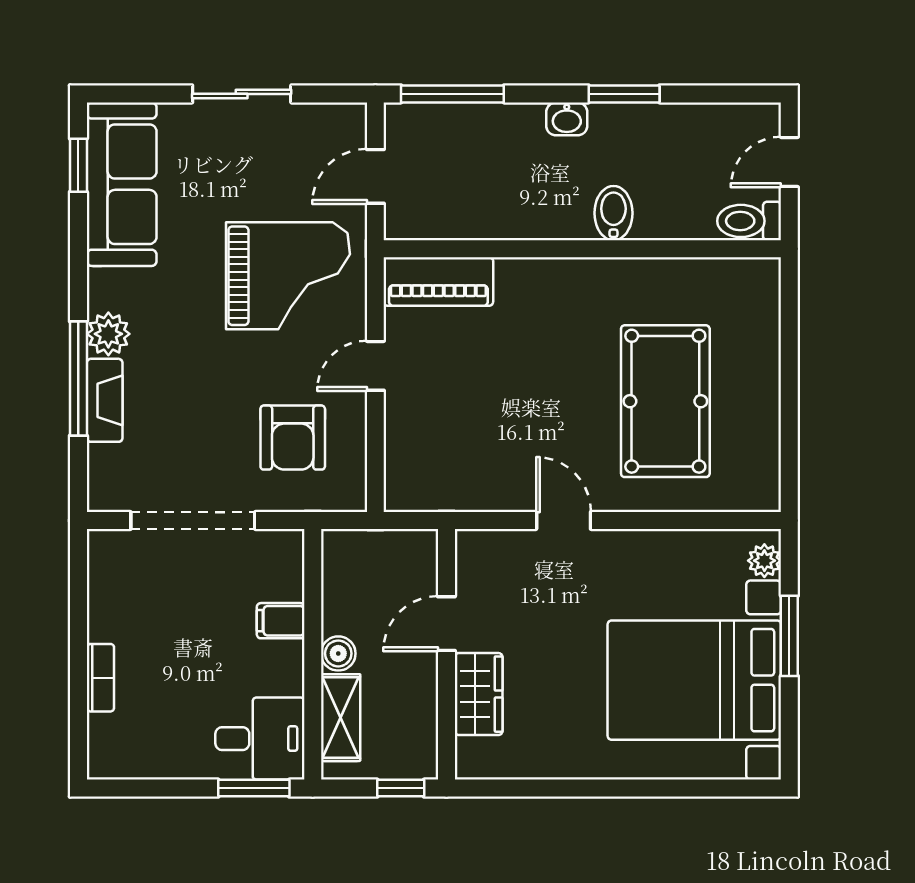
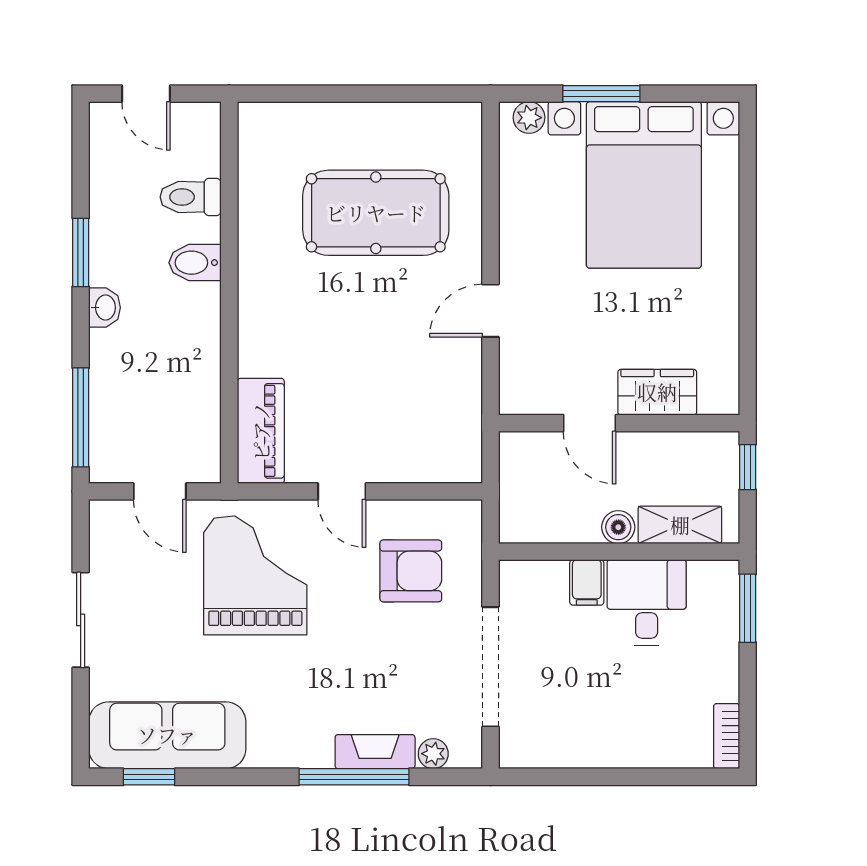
toilet: (749, 221) -> (191, 197), moved, turned 90
plant: (108, 334) -> (433, 754), moved, width x0.73, depth x0.73
bookcase: (100, 678) -> (727, 736), moved, turned -90
desk: (260, 739) -> (647, 602), moved

